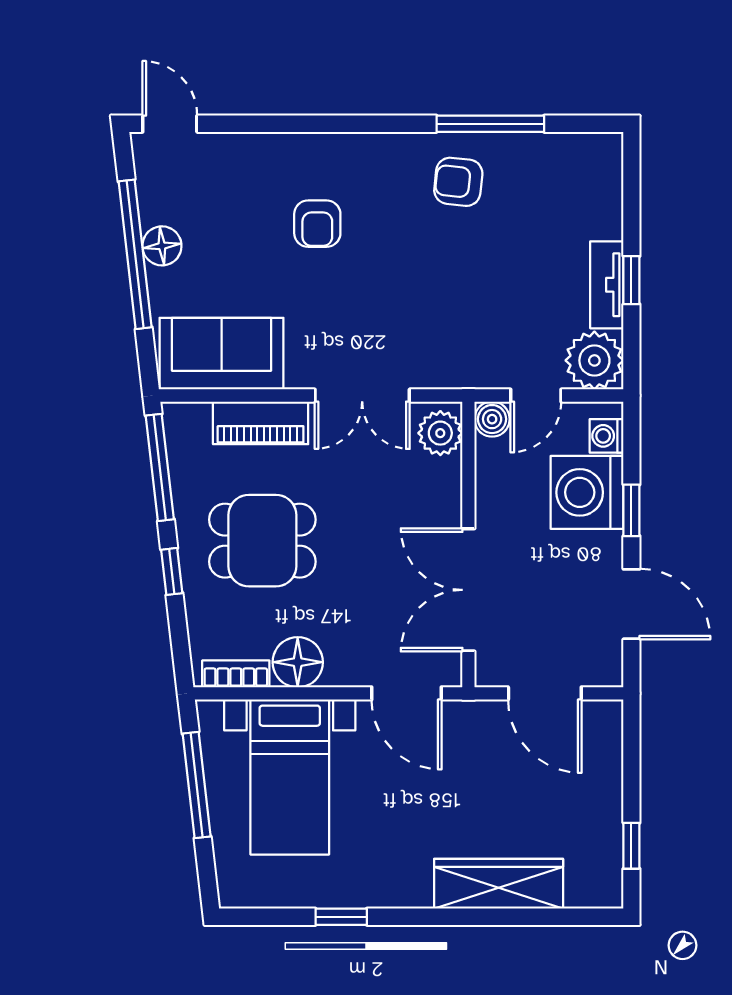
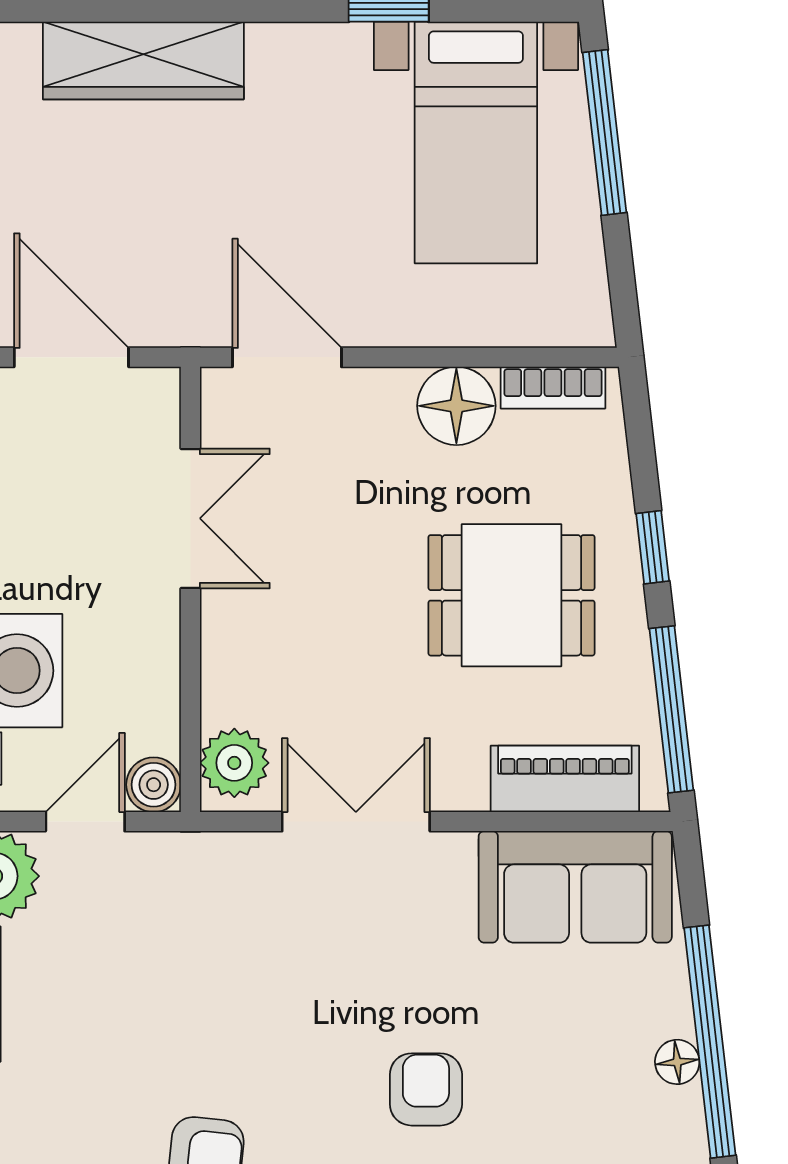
floor lamp: (162, 246) -> (677, 1062), width x0.73, depth x0.73
piano: (261, 423) -> (565, 779), moved
double door: (468, 590) -> (190, 518), width x0.73
bed with nightstands: (290, 777) -> (476, 143), moved, turned 180
window: (197, 785) -> (605, 133), moved

